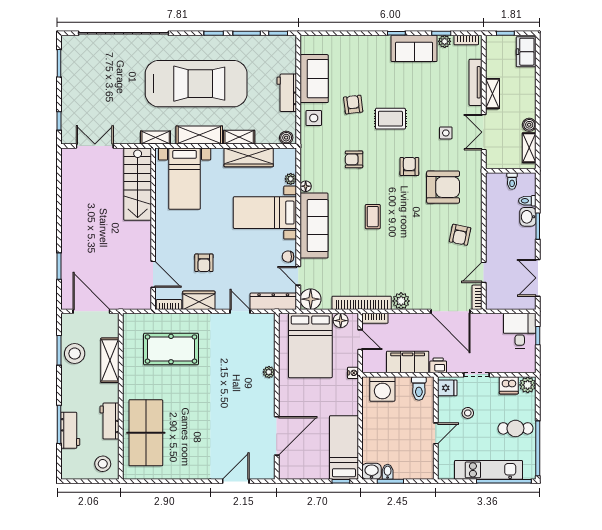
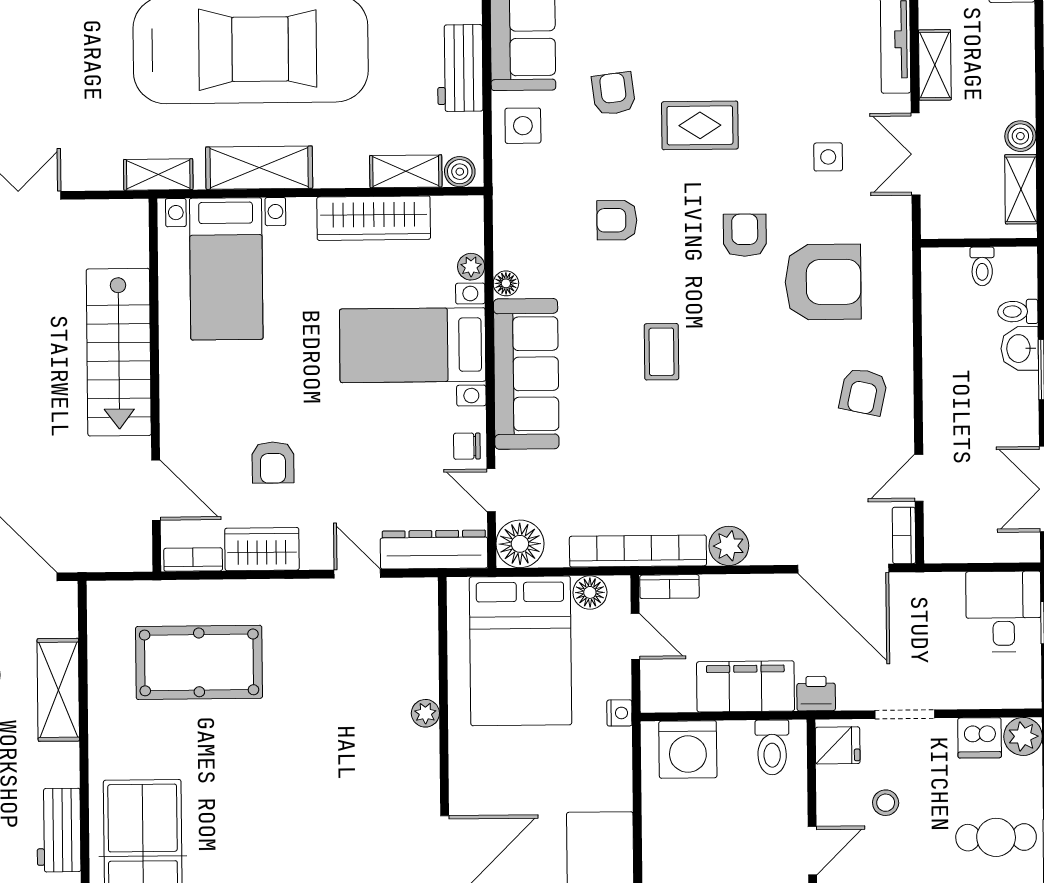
shelving: (239, 137) -> (406, 171), moved
stairs: (138, 184) -> (119, 352), moved

